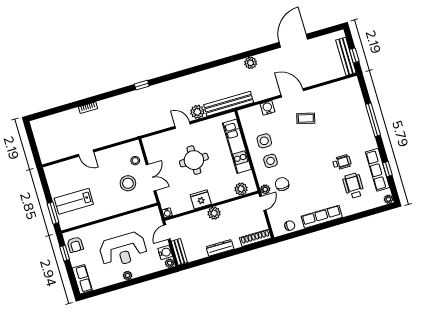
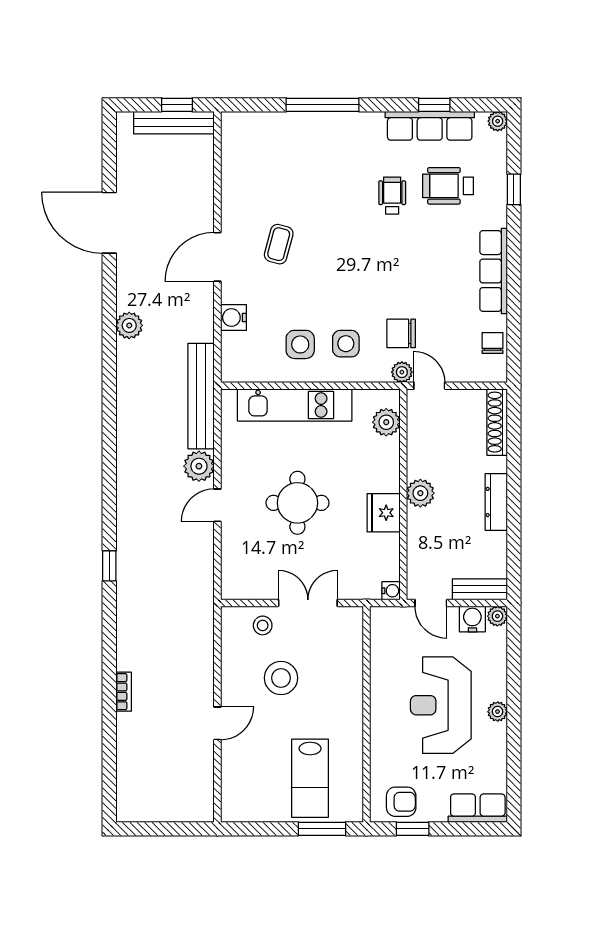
stool: (128, 183) -> (281, 678), moved
window: (360, 215) -> (514, 189), added
reception desk: (123, 250) -> (441, 705), turned 180

